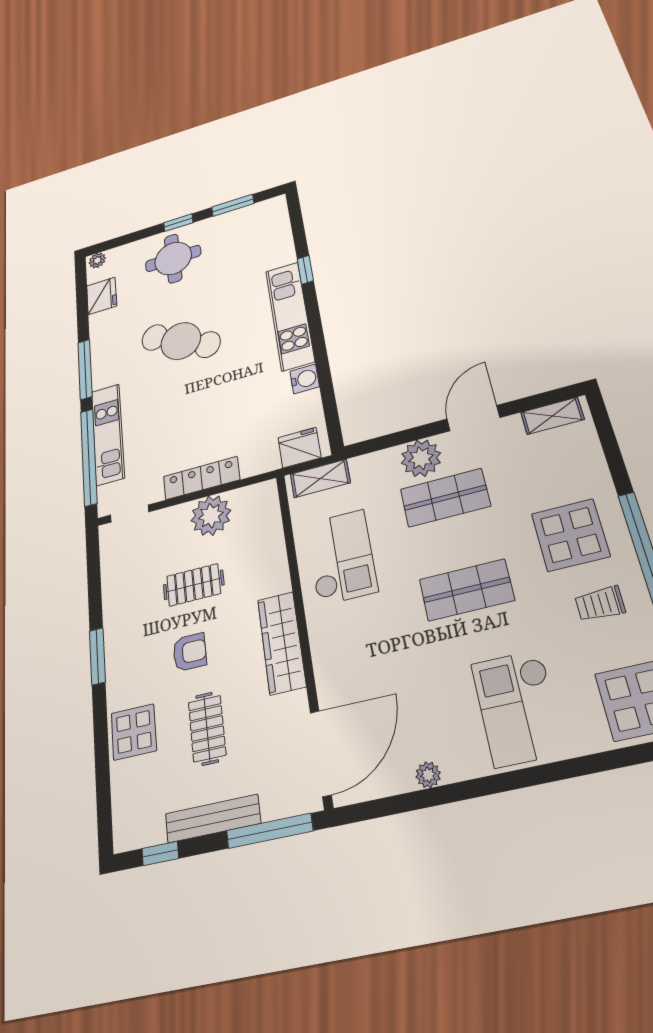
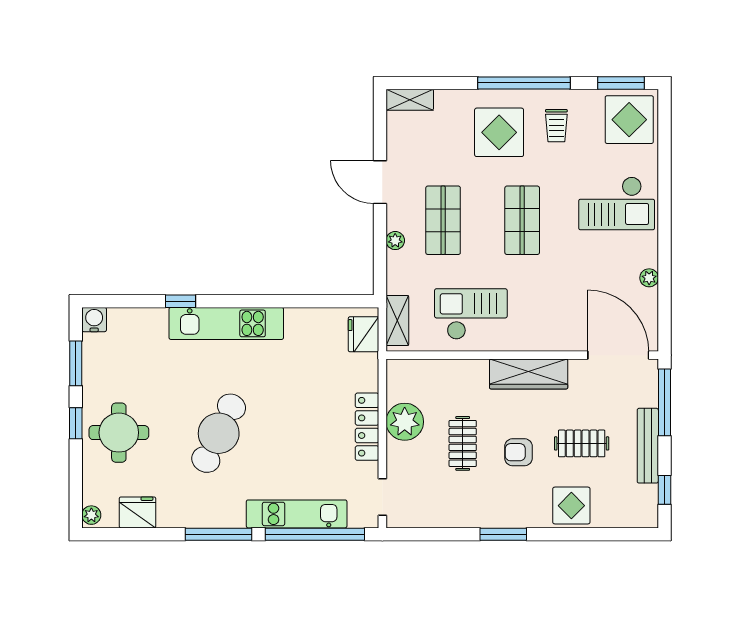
water cooler: (305, 379) -> (94, 320), moved
shelving: (552, 416) -> (410, 100), moved, turned 90
plant: (421, 458) -> (395, 241), width x0.53, depth x0.53
armchair: (190, 652) -> (518, 452), turned -90

